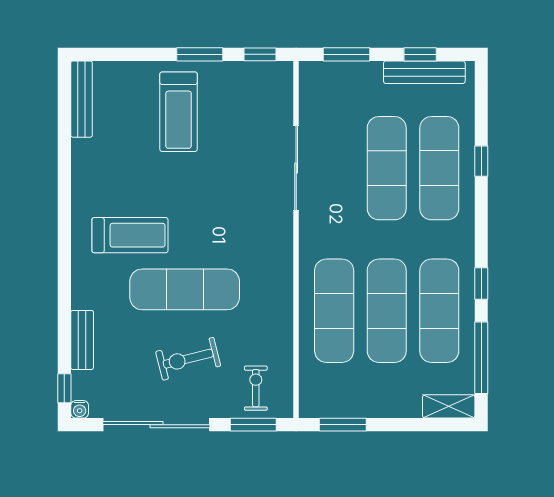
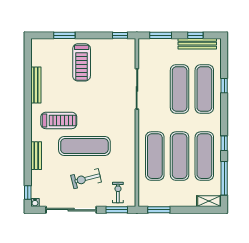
window: (200, 54) -> (64, 35), moved
bench: (82, 99) -> (36, 85), moved
bench: (82, 340) -> (36, 156), moved

